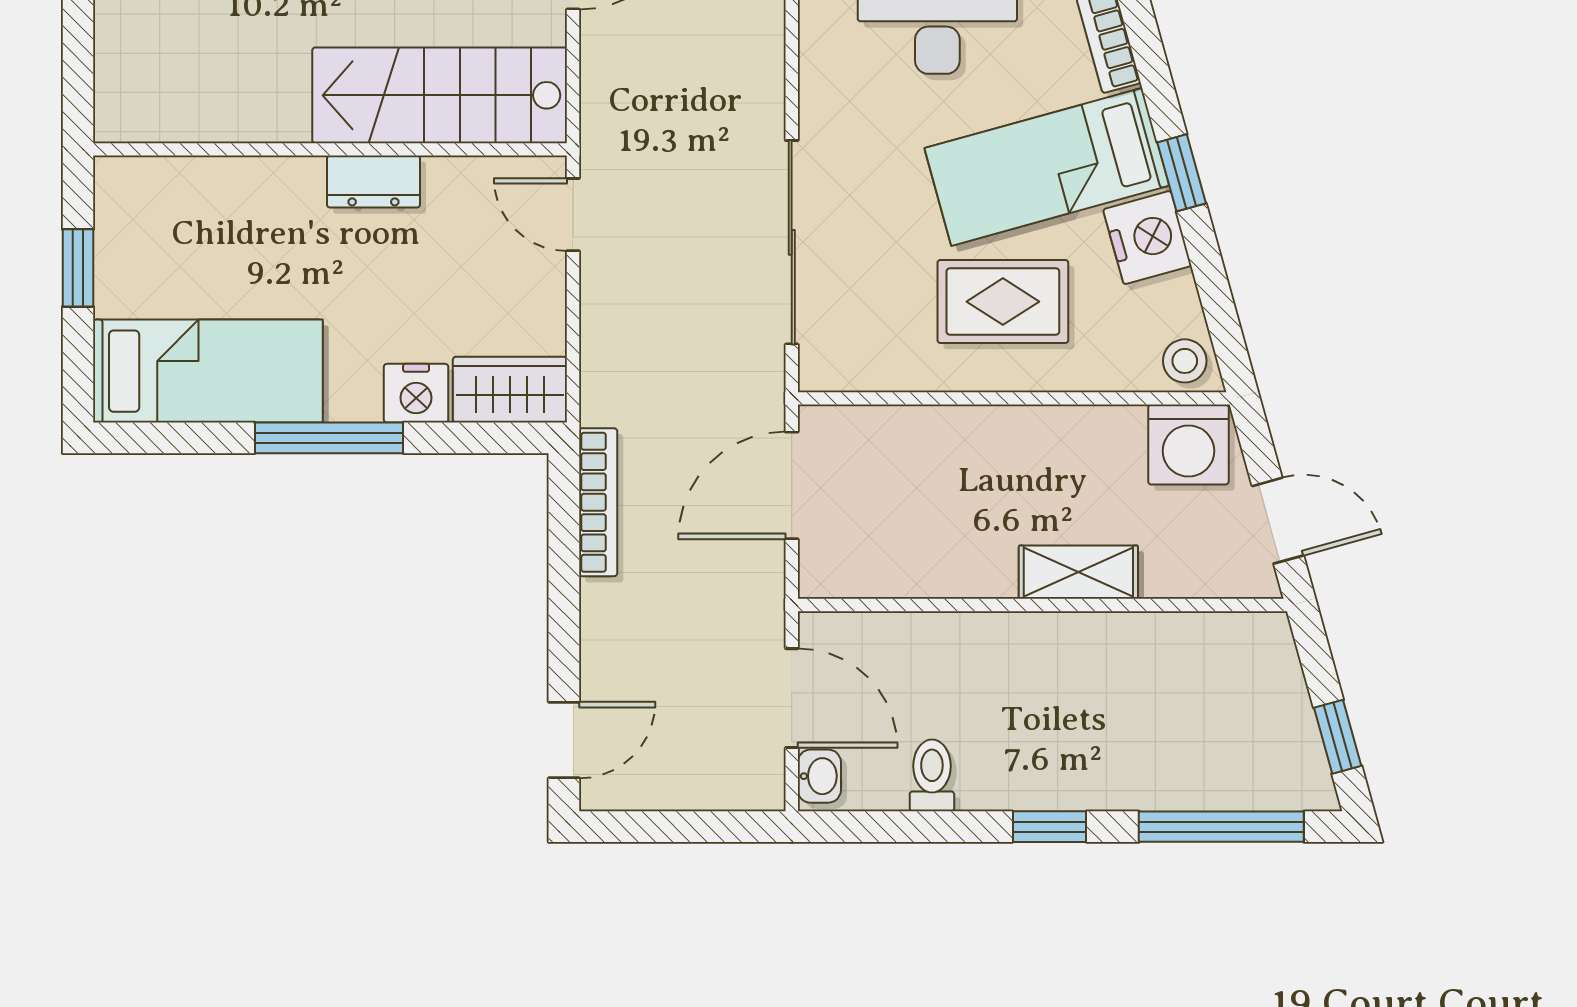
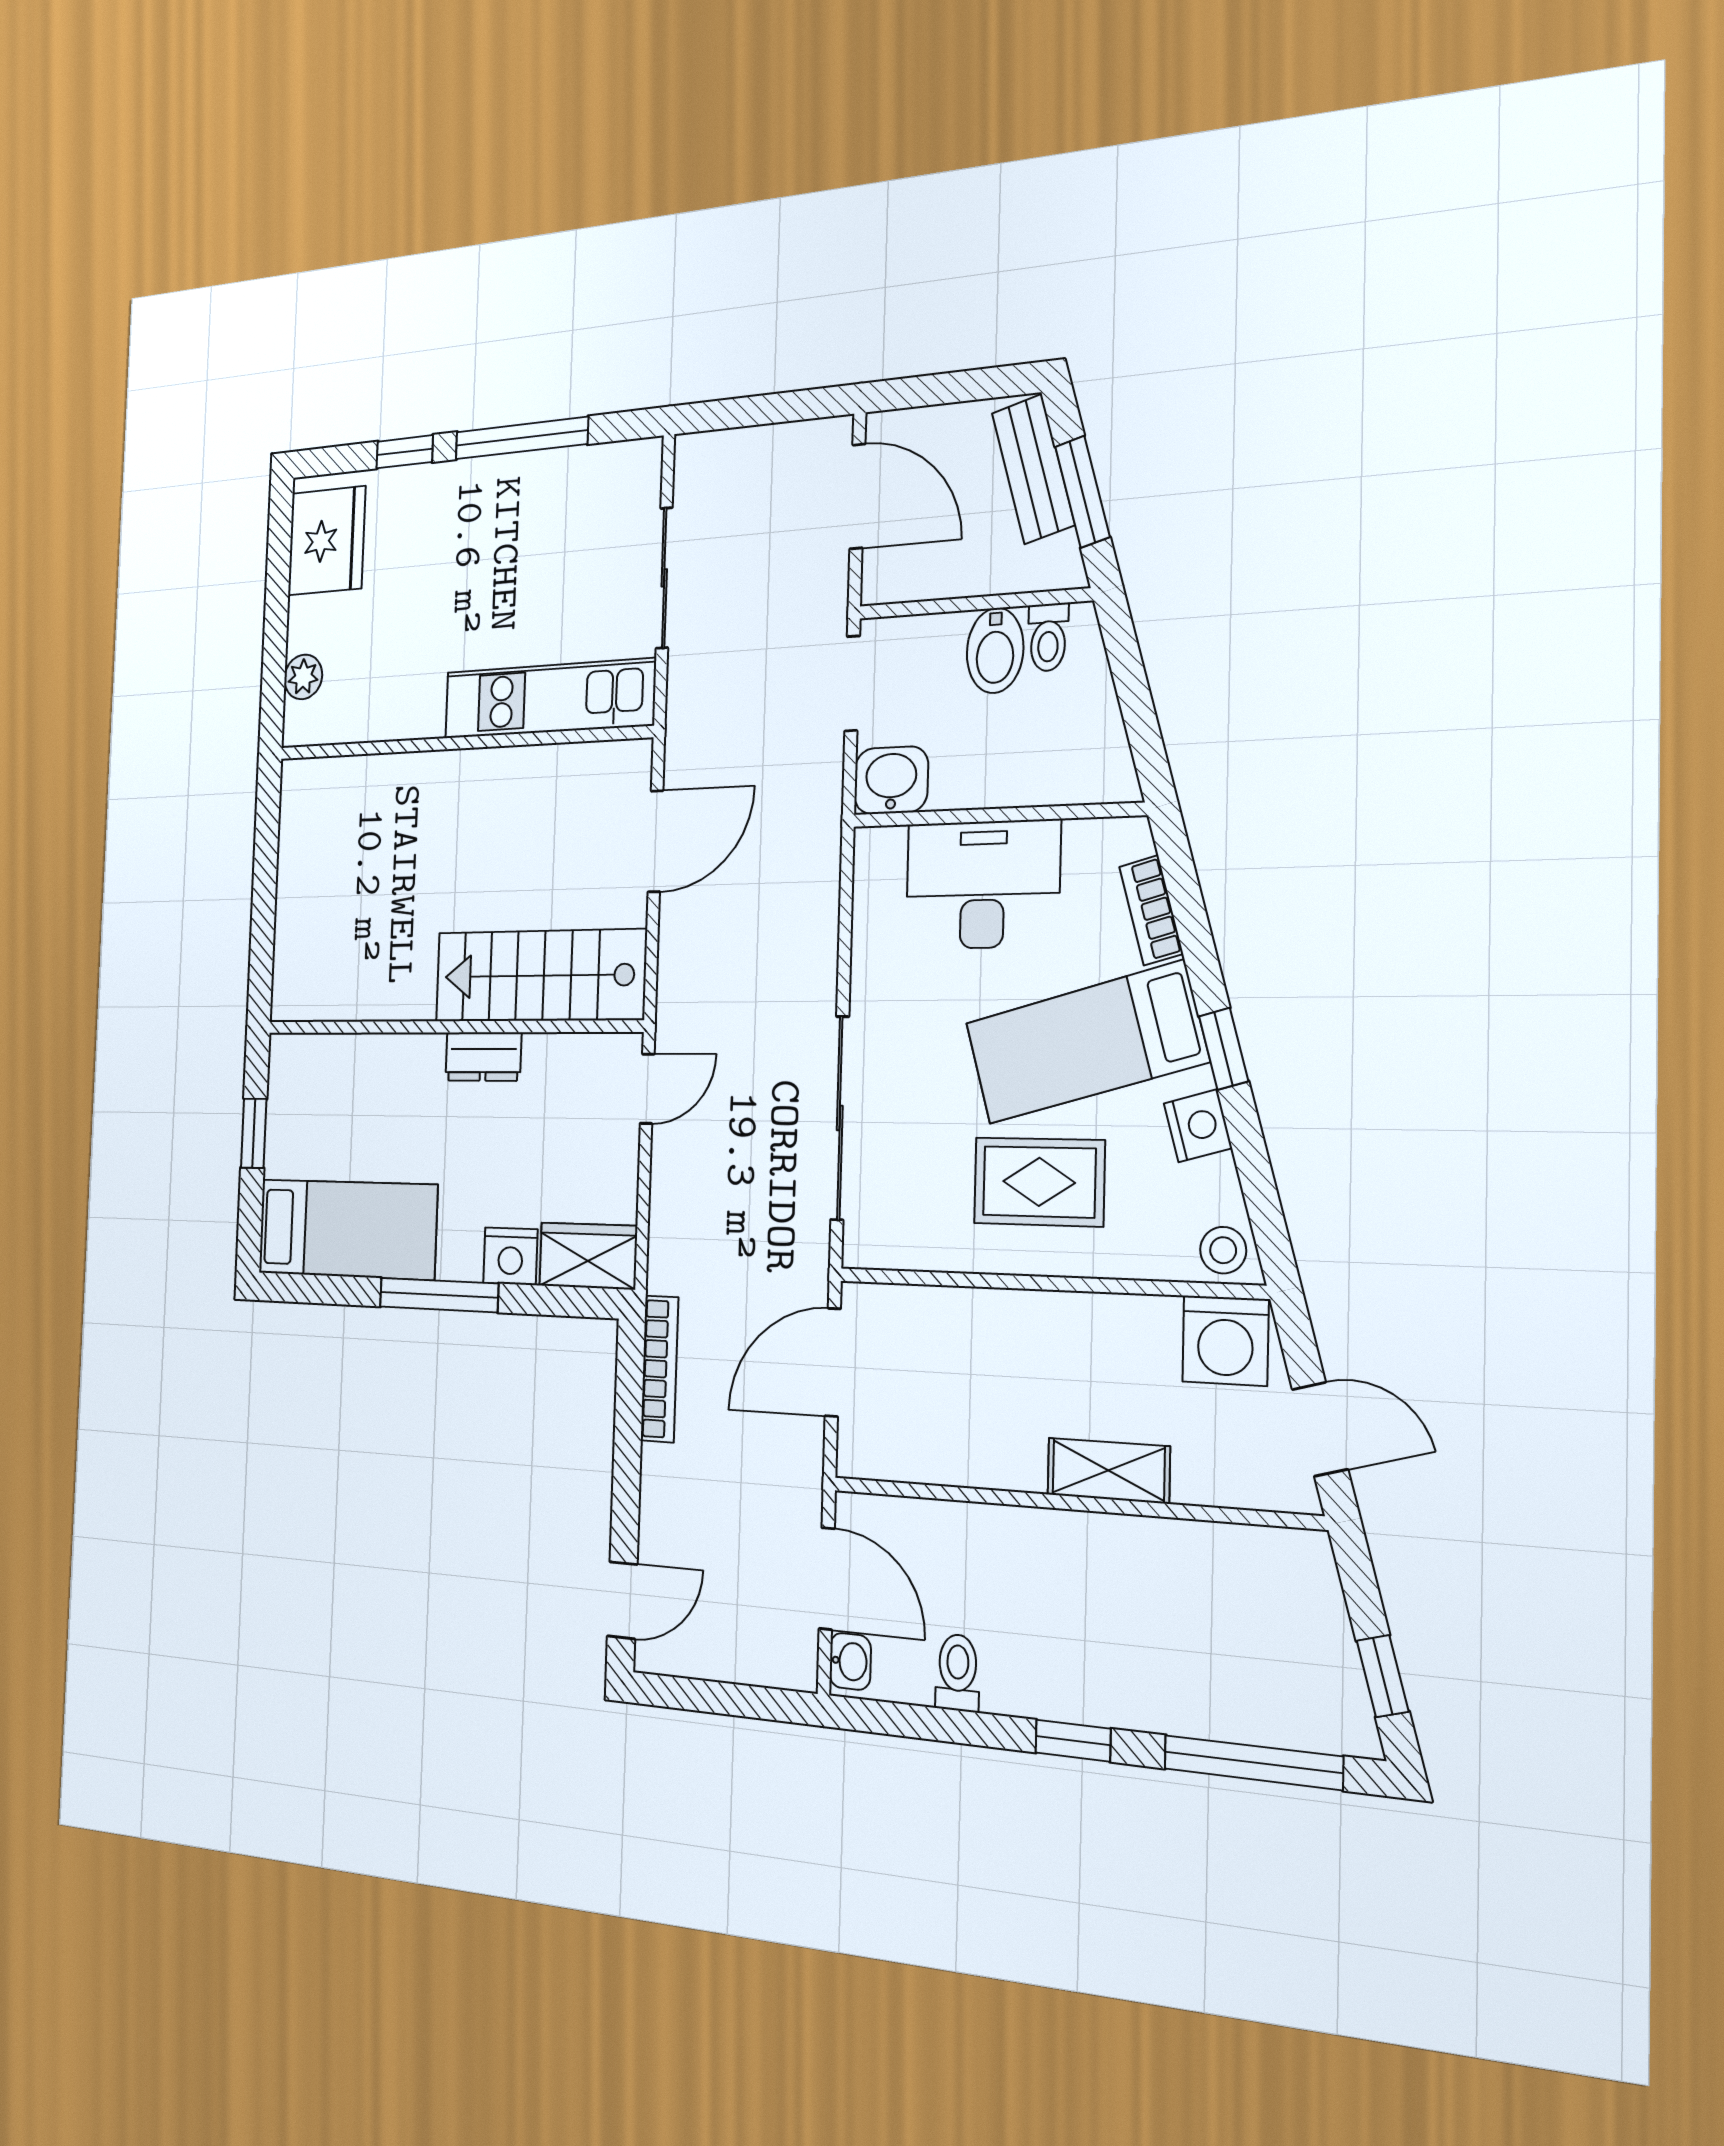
door: (573, 215) -> (647, 1089), swing flipped
nightstand: (1147, 238) -> (1198, 1126), width x0.74, depth x0.75

